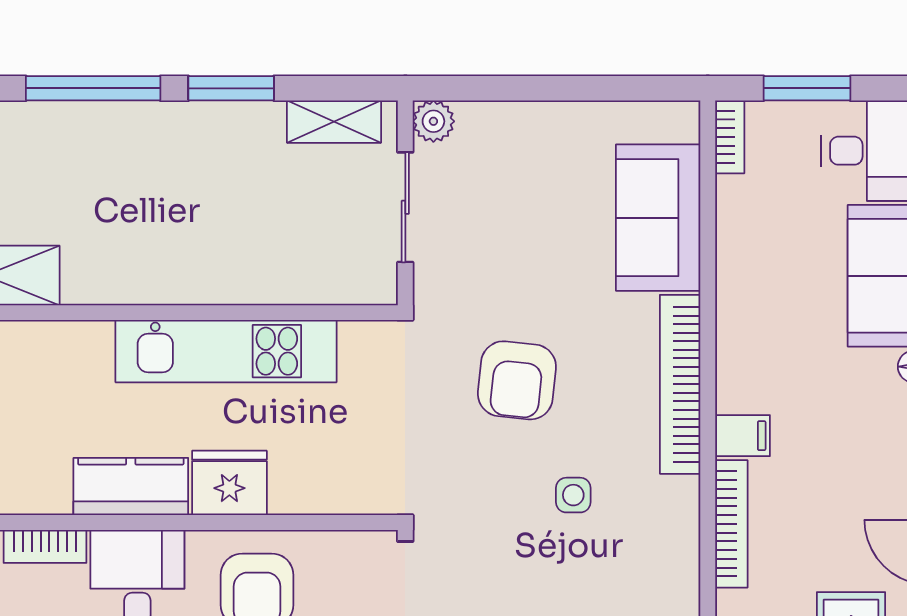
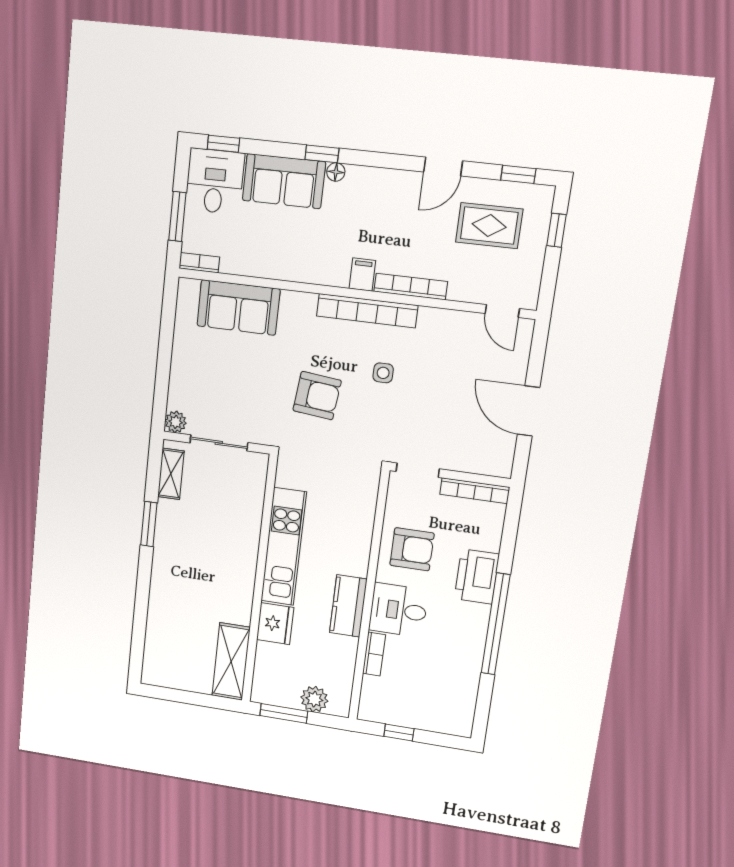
window: (93, 88) -> (142, 593), removed
bookcase: (680, 384) -> (367, 311), moved
fridge: (229, 483) -> (275, 624), moved, turned 180

